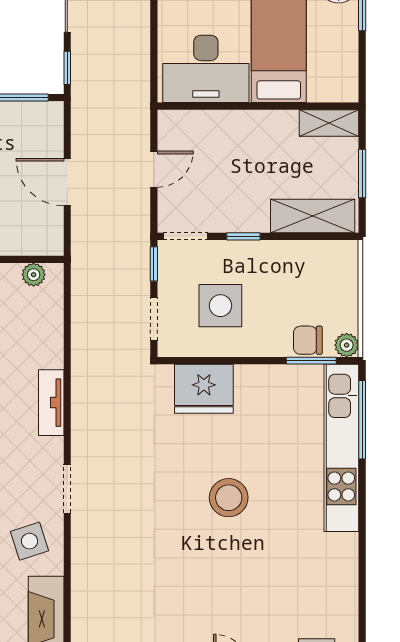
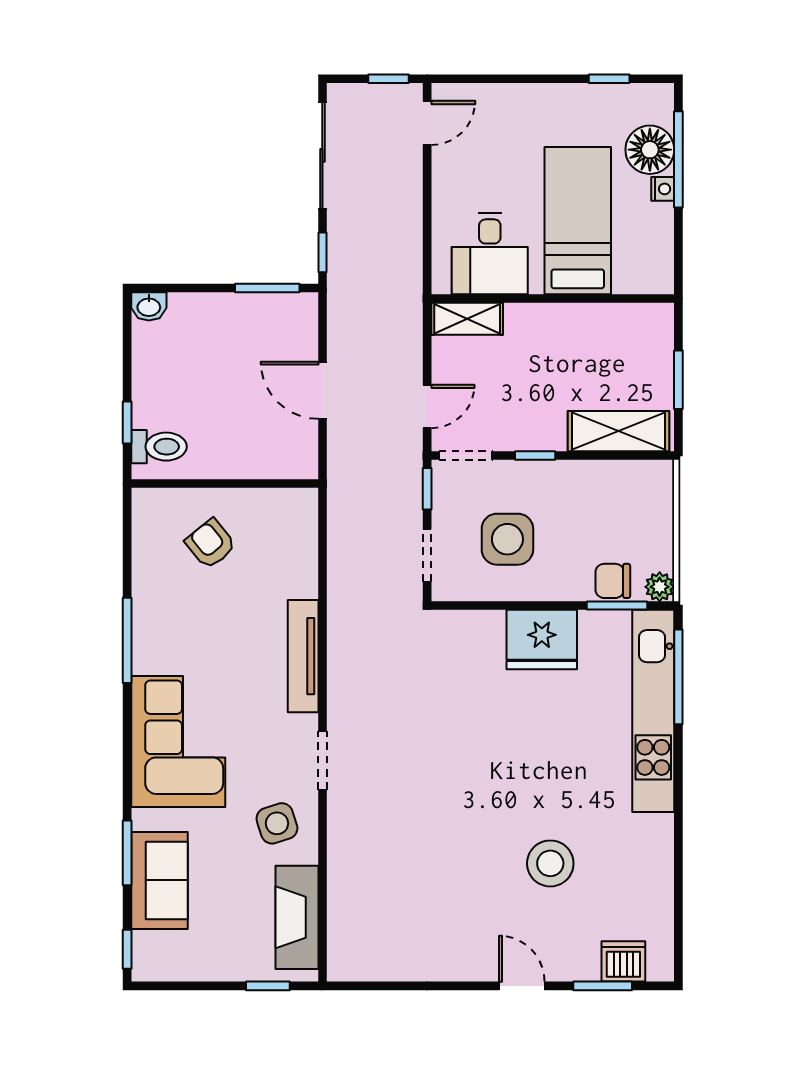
nightstand: (349, 15) -> (663, 189), added
desk: (206, 69) -> (490, 253), width x0.73
shelving: (329, 123) -> (467, 319), moved
door: (154, 169) -> (427, 406), moved
plant: (34, 275) -> (282, 502), removed
fridge: (204, 389) -> (542, 640), moved
tv unit: (51, 403) -> (303, 656), width x1.41
stool: (229, 498) -> (550, 863), moved

